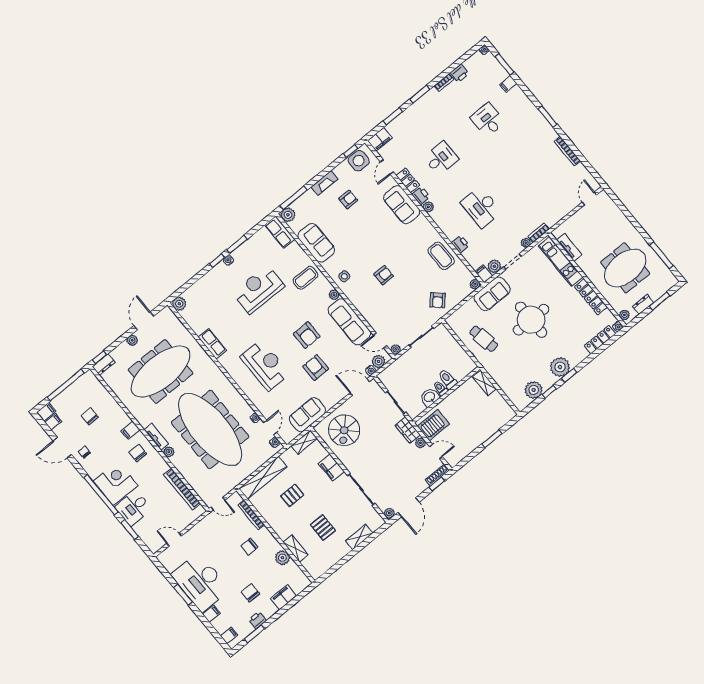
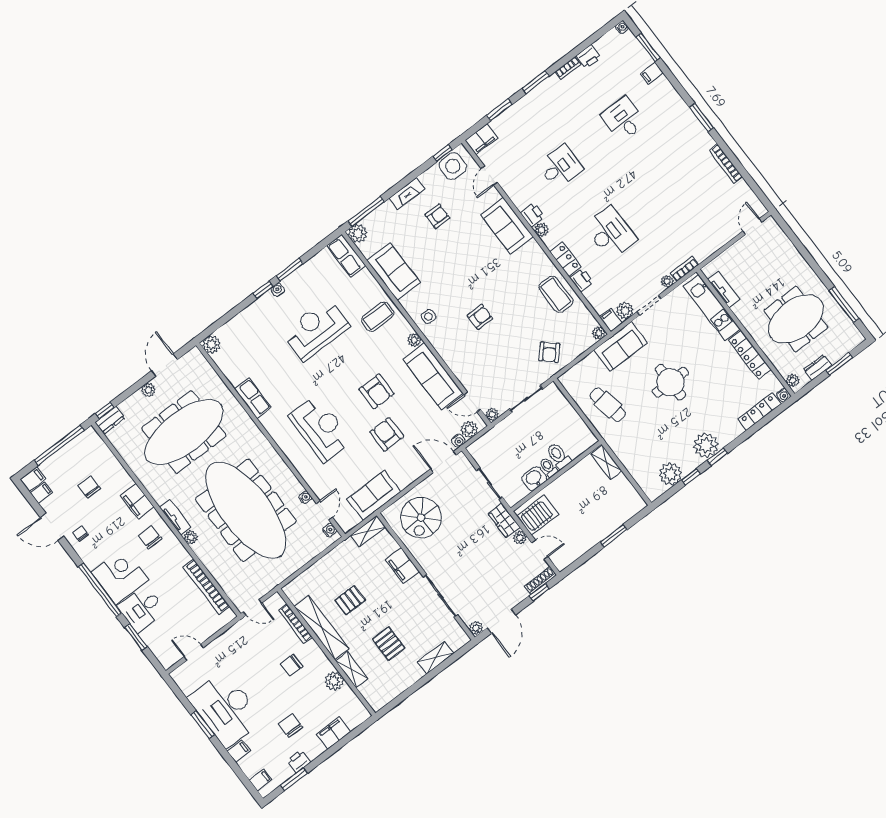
locker: (408, 180) -> (566, 259), moved
desk: (481, 207) -> (611, 233), turned 180
round table: (531, 320) -> (670, 382), width x0.73, depth x0.73
filing cabinet: (130, 430) -> (137, 501), width x2.00
shelving: (263, 478) -> (322, 628), moved, turned 90

